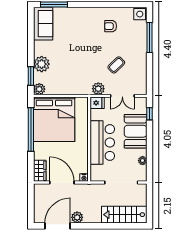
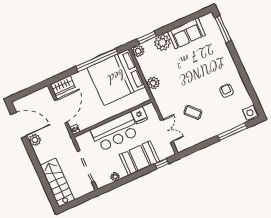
sofa: (43, 24) -> (187, 33), moved
plant: (98, 89) -> (153, 83), moved
double door: (122, 96) -> (167, 131), swing flipped
fridge: (97, 103) -> (139, 115), moved

